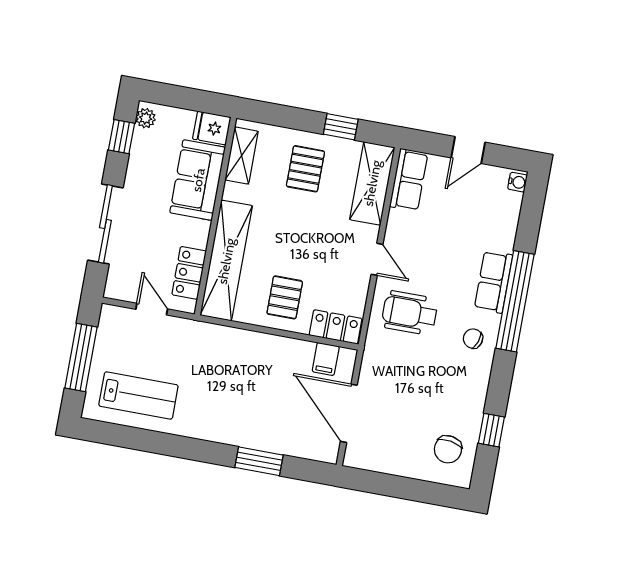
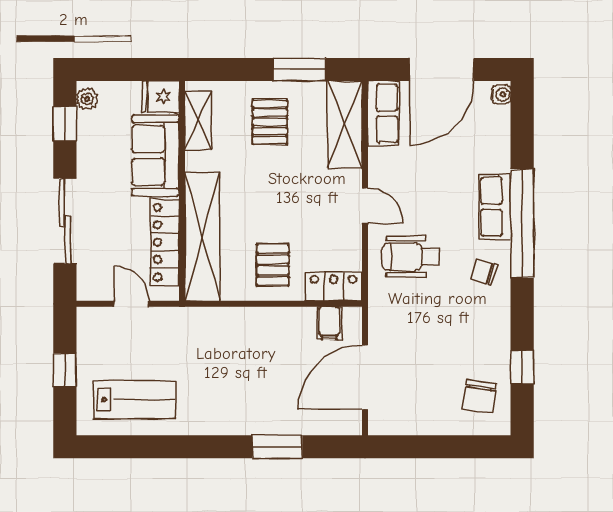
window: (341, 127) -> (300, 69), width x1.50
door: (468, 150) -> (442, 69), width x1.88
locker: (189, 273) -> (165, 242), width x1.53
window: (81, 357) -> (65, 370), width x0.46
door: (349, 413) -> (365, 377), hinge flipped

